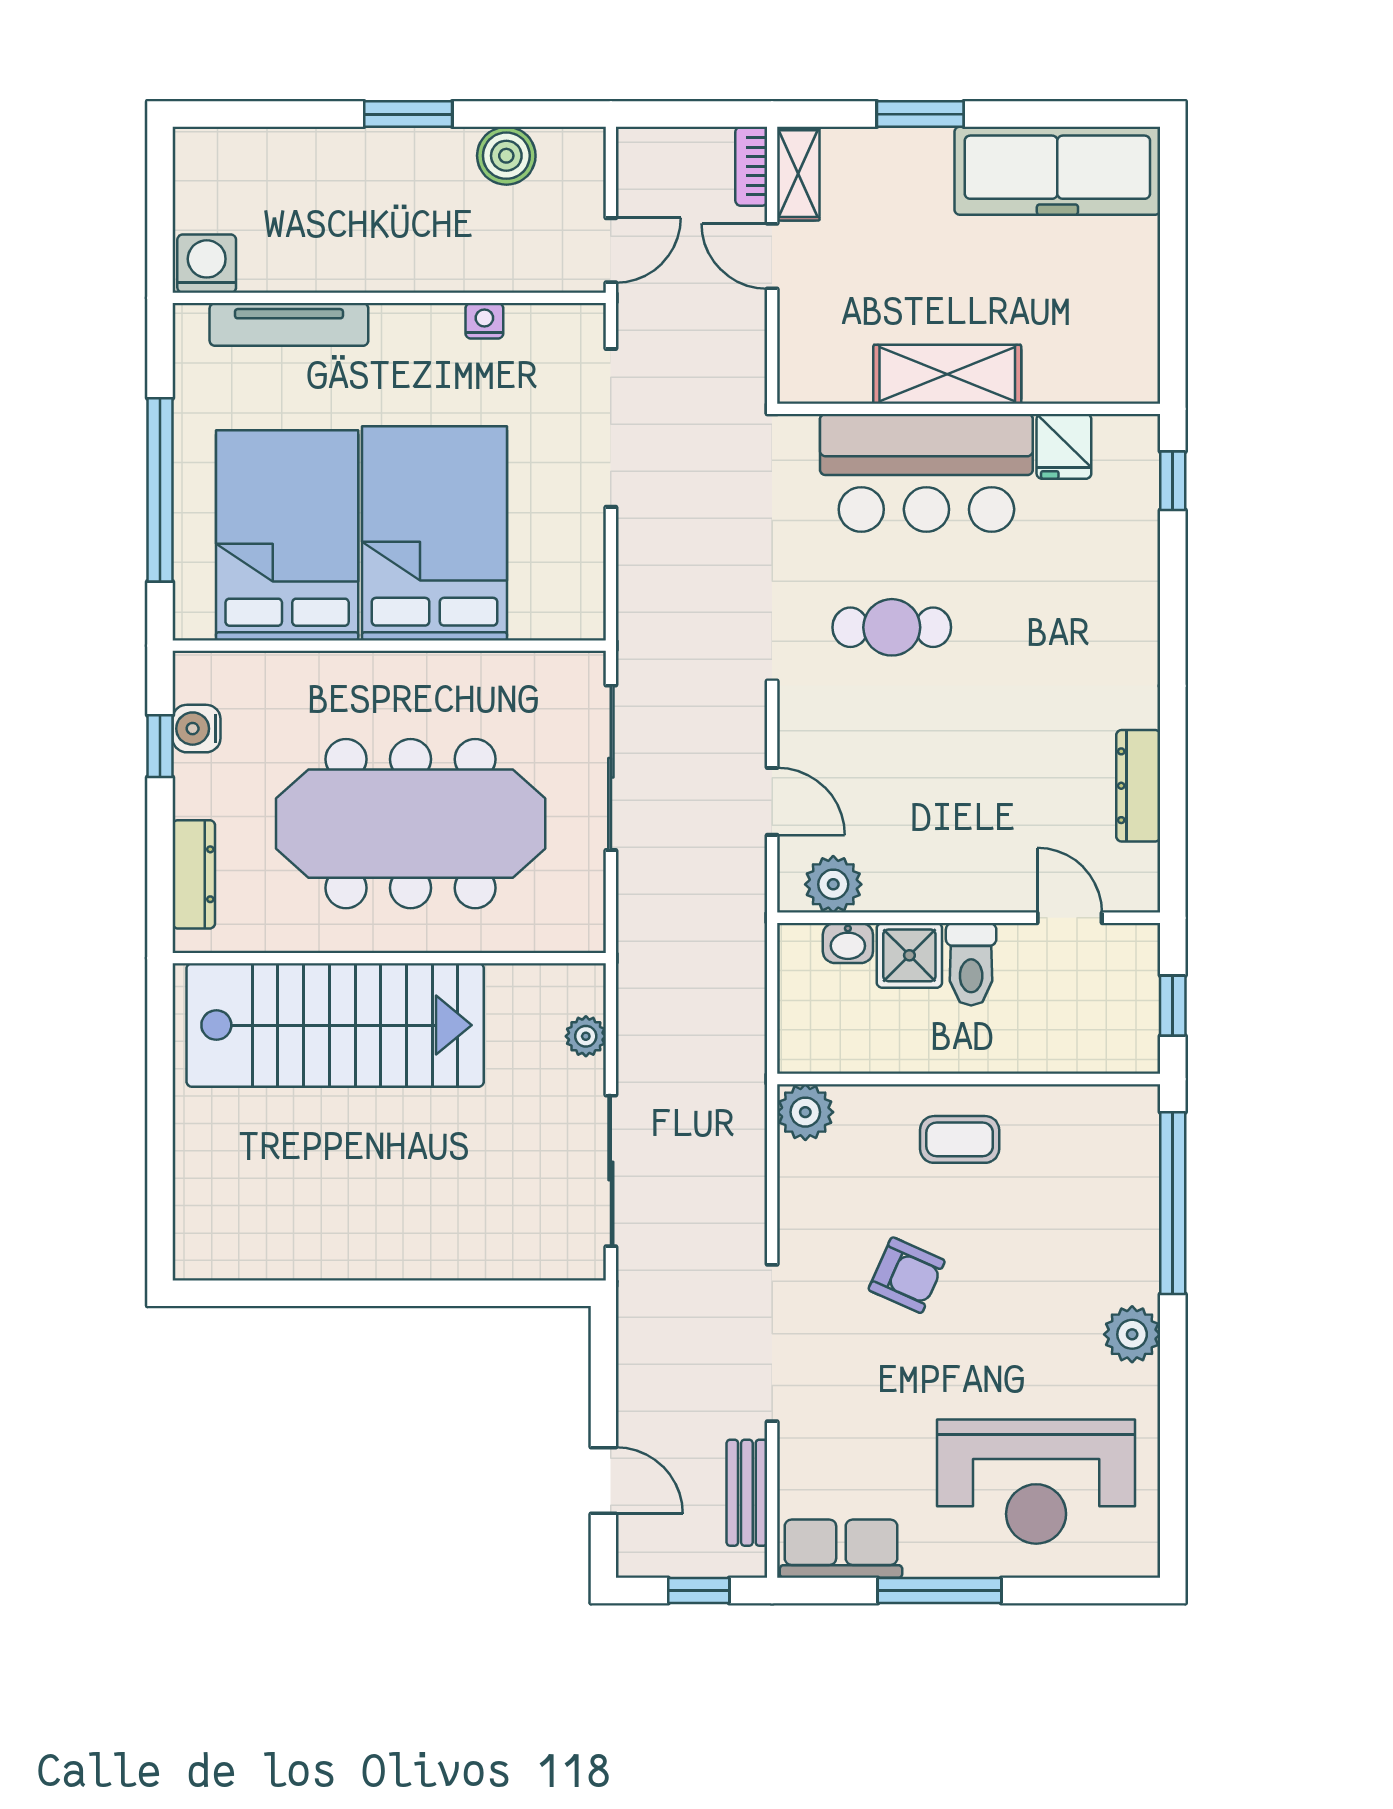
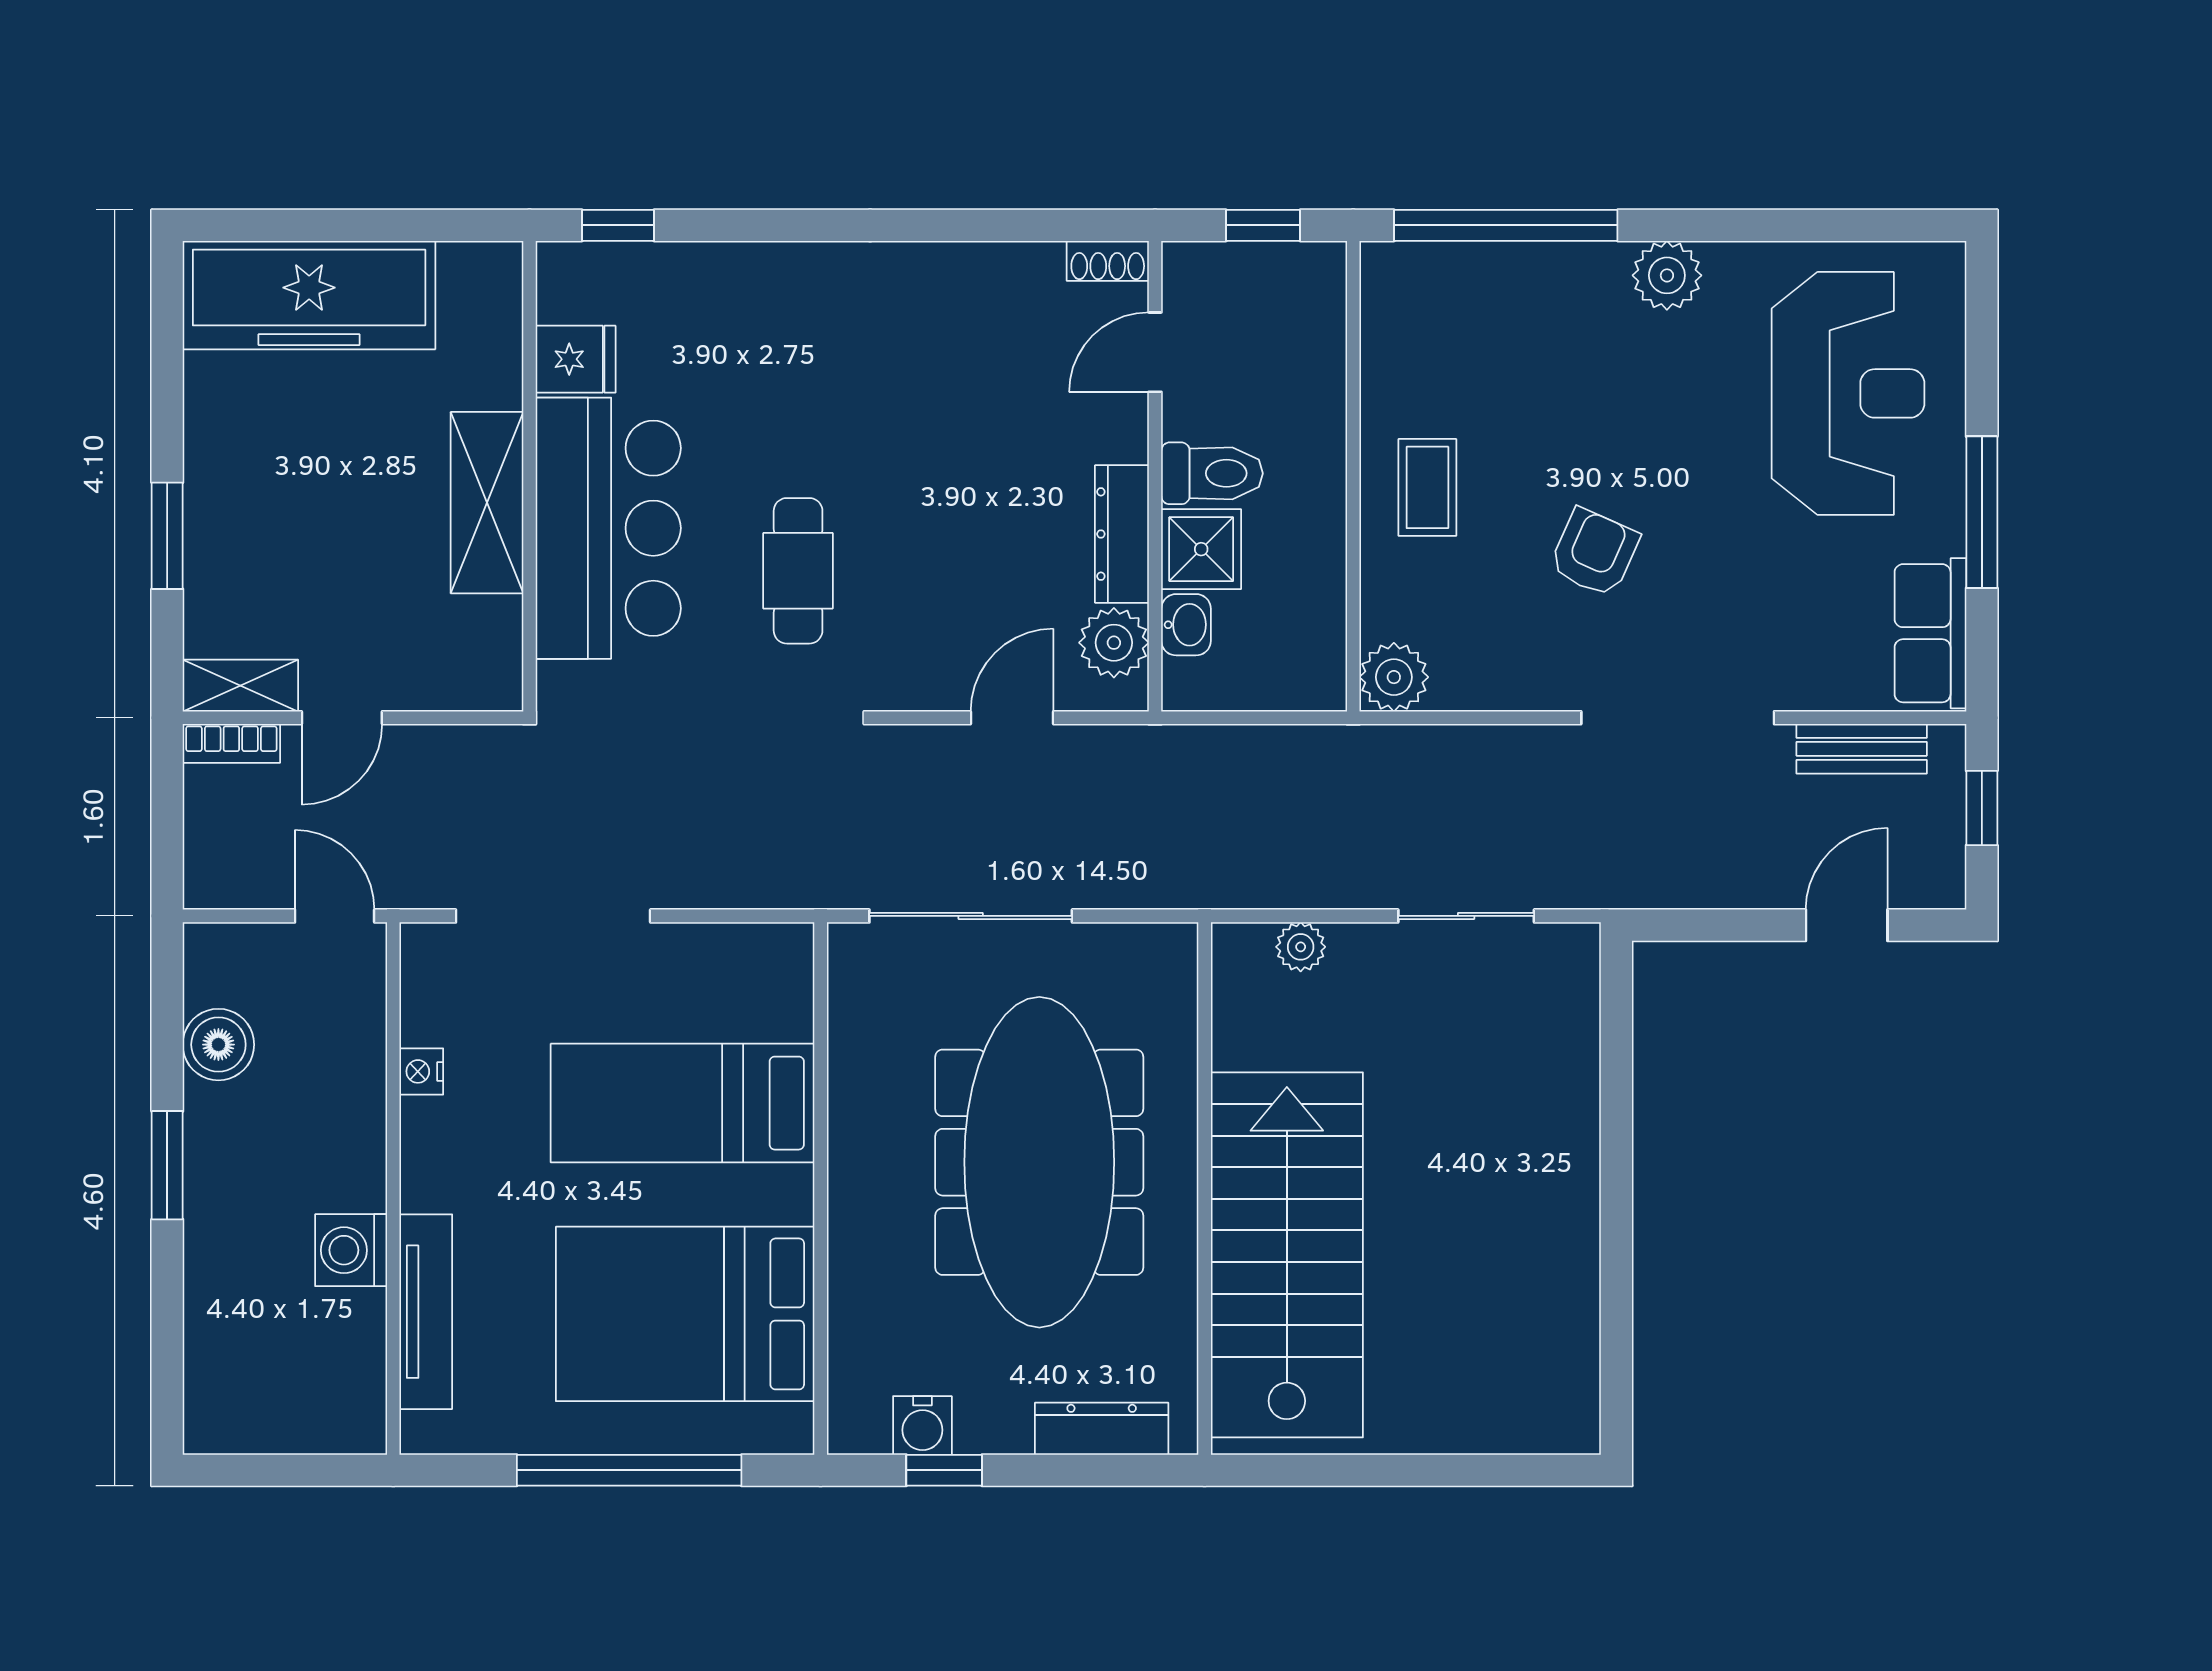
freezer: (1057, 171) -> (309, 295), moved, turned 90
washing machine: (207, 264) -> (351, 1250), moved
bed: (435, 533) -> (683, 1103), width x0.67
dresser: (1138, 786) -> (1122, 534), moved, turned 90
shoe rack: (1144, 879) -> (1108, 261), added
sliding door: (611, 1171) -> (1466, 916), width x0.73

